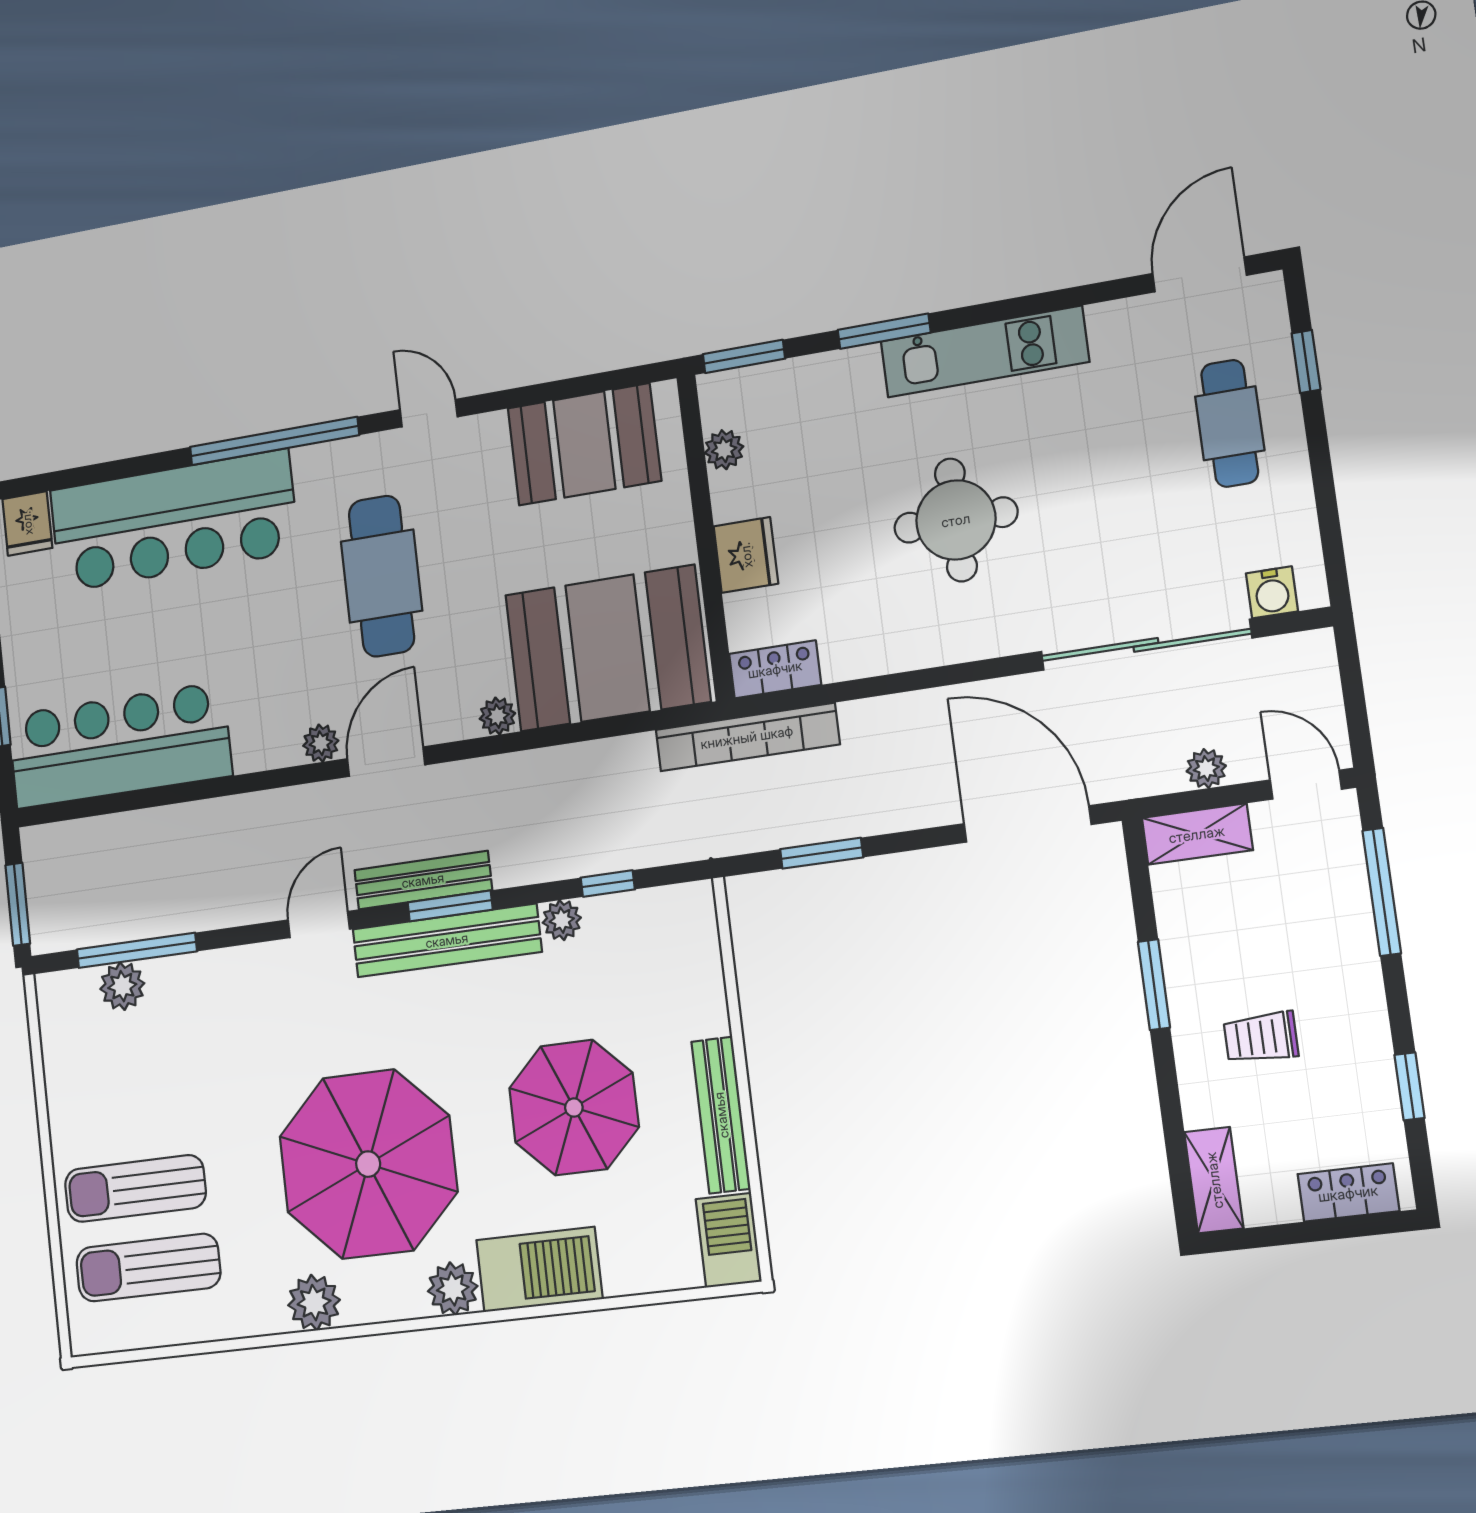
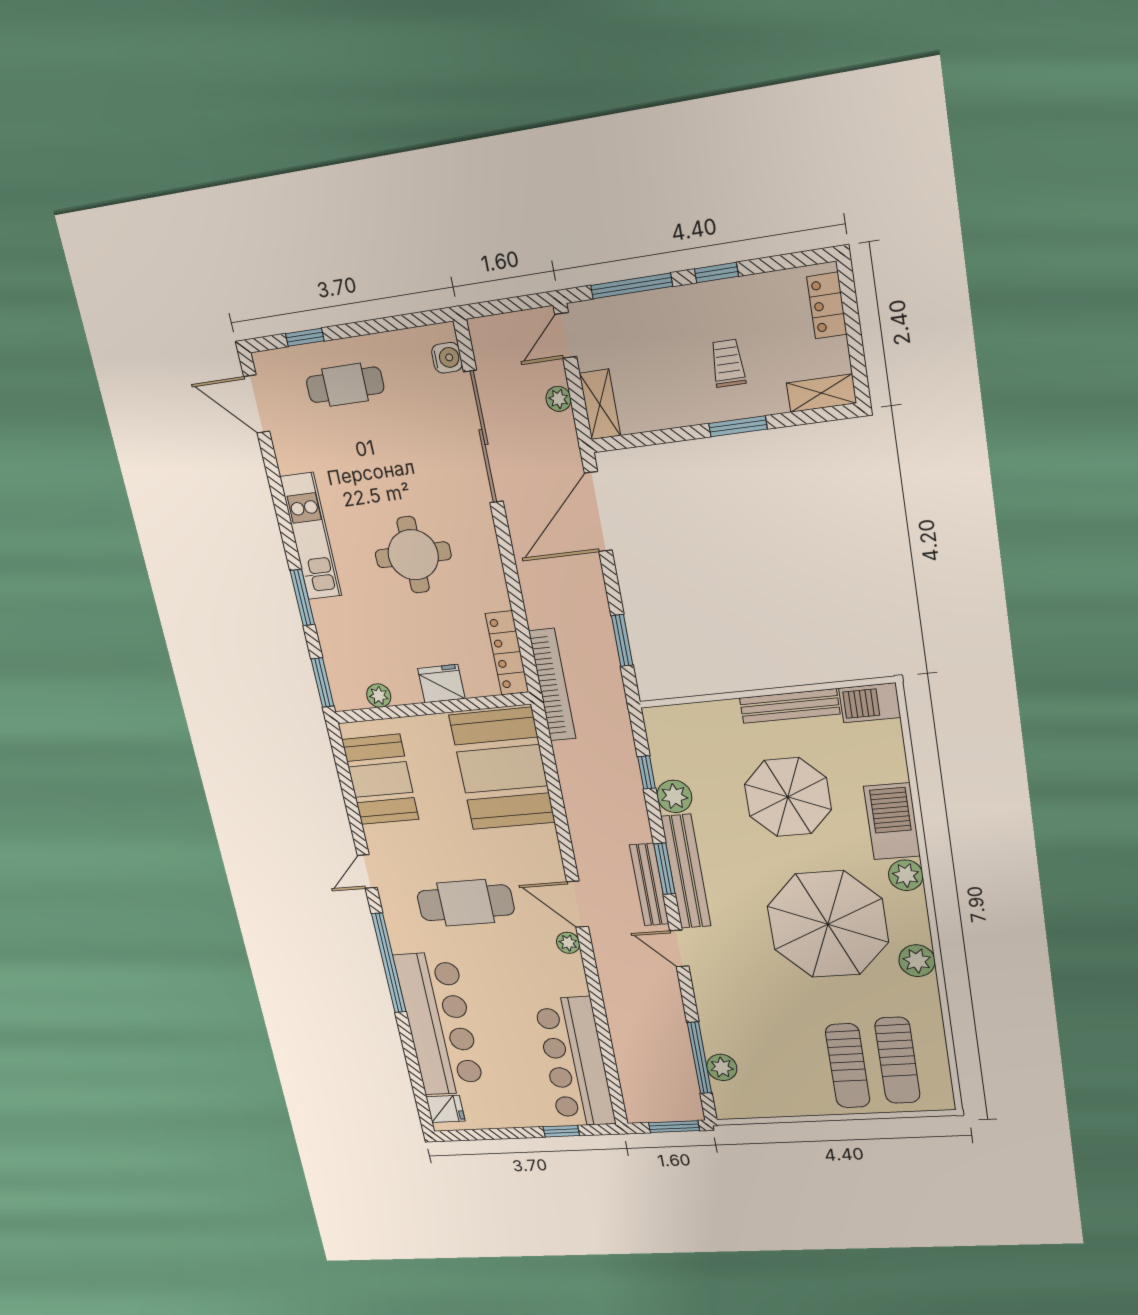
locker: (775, 669) -> (507, 653), width x1.53
plant: (497, 716) -> (547, 836), removed
plant: (562, 920) -> (674, 796), width x1.38, depth x1.38
window: (1154, 985) -> (738, 426), moved
trolley: (1261, 1037) -> (728, 363), turned 180
window: (1409, 1086) -> (716, 273), moved

